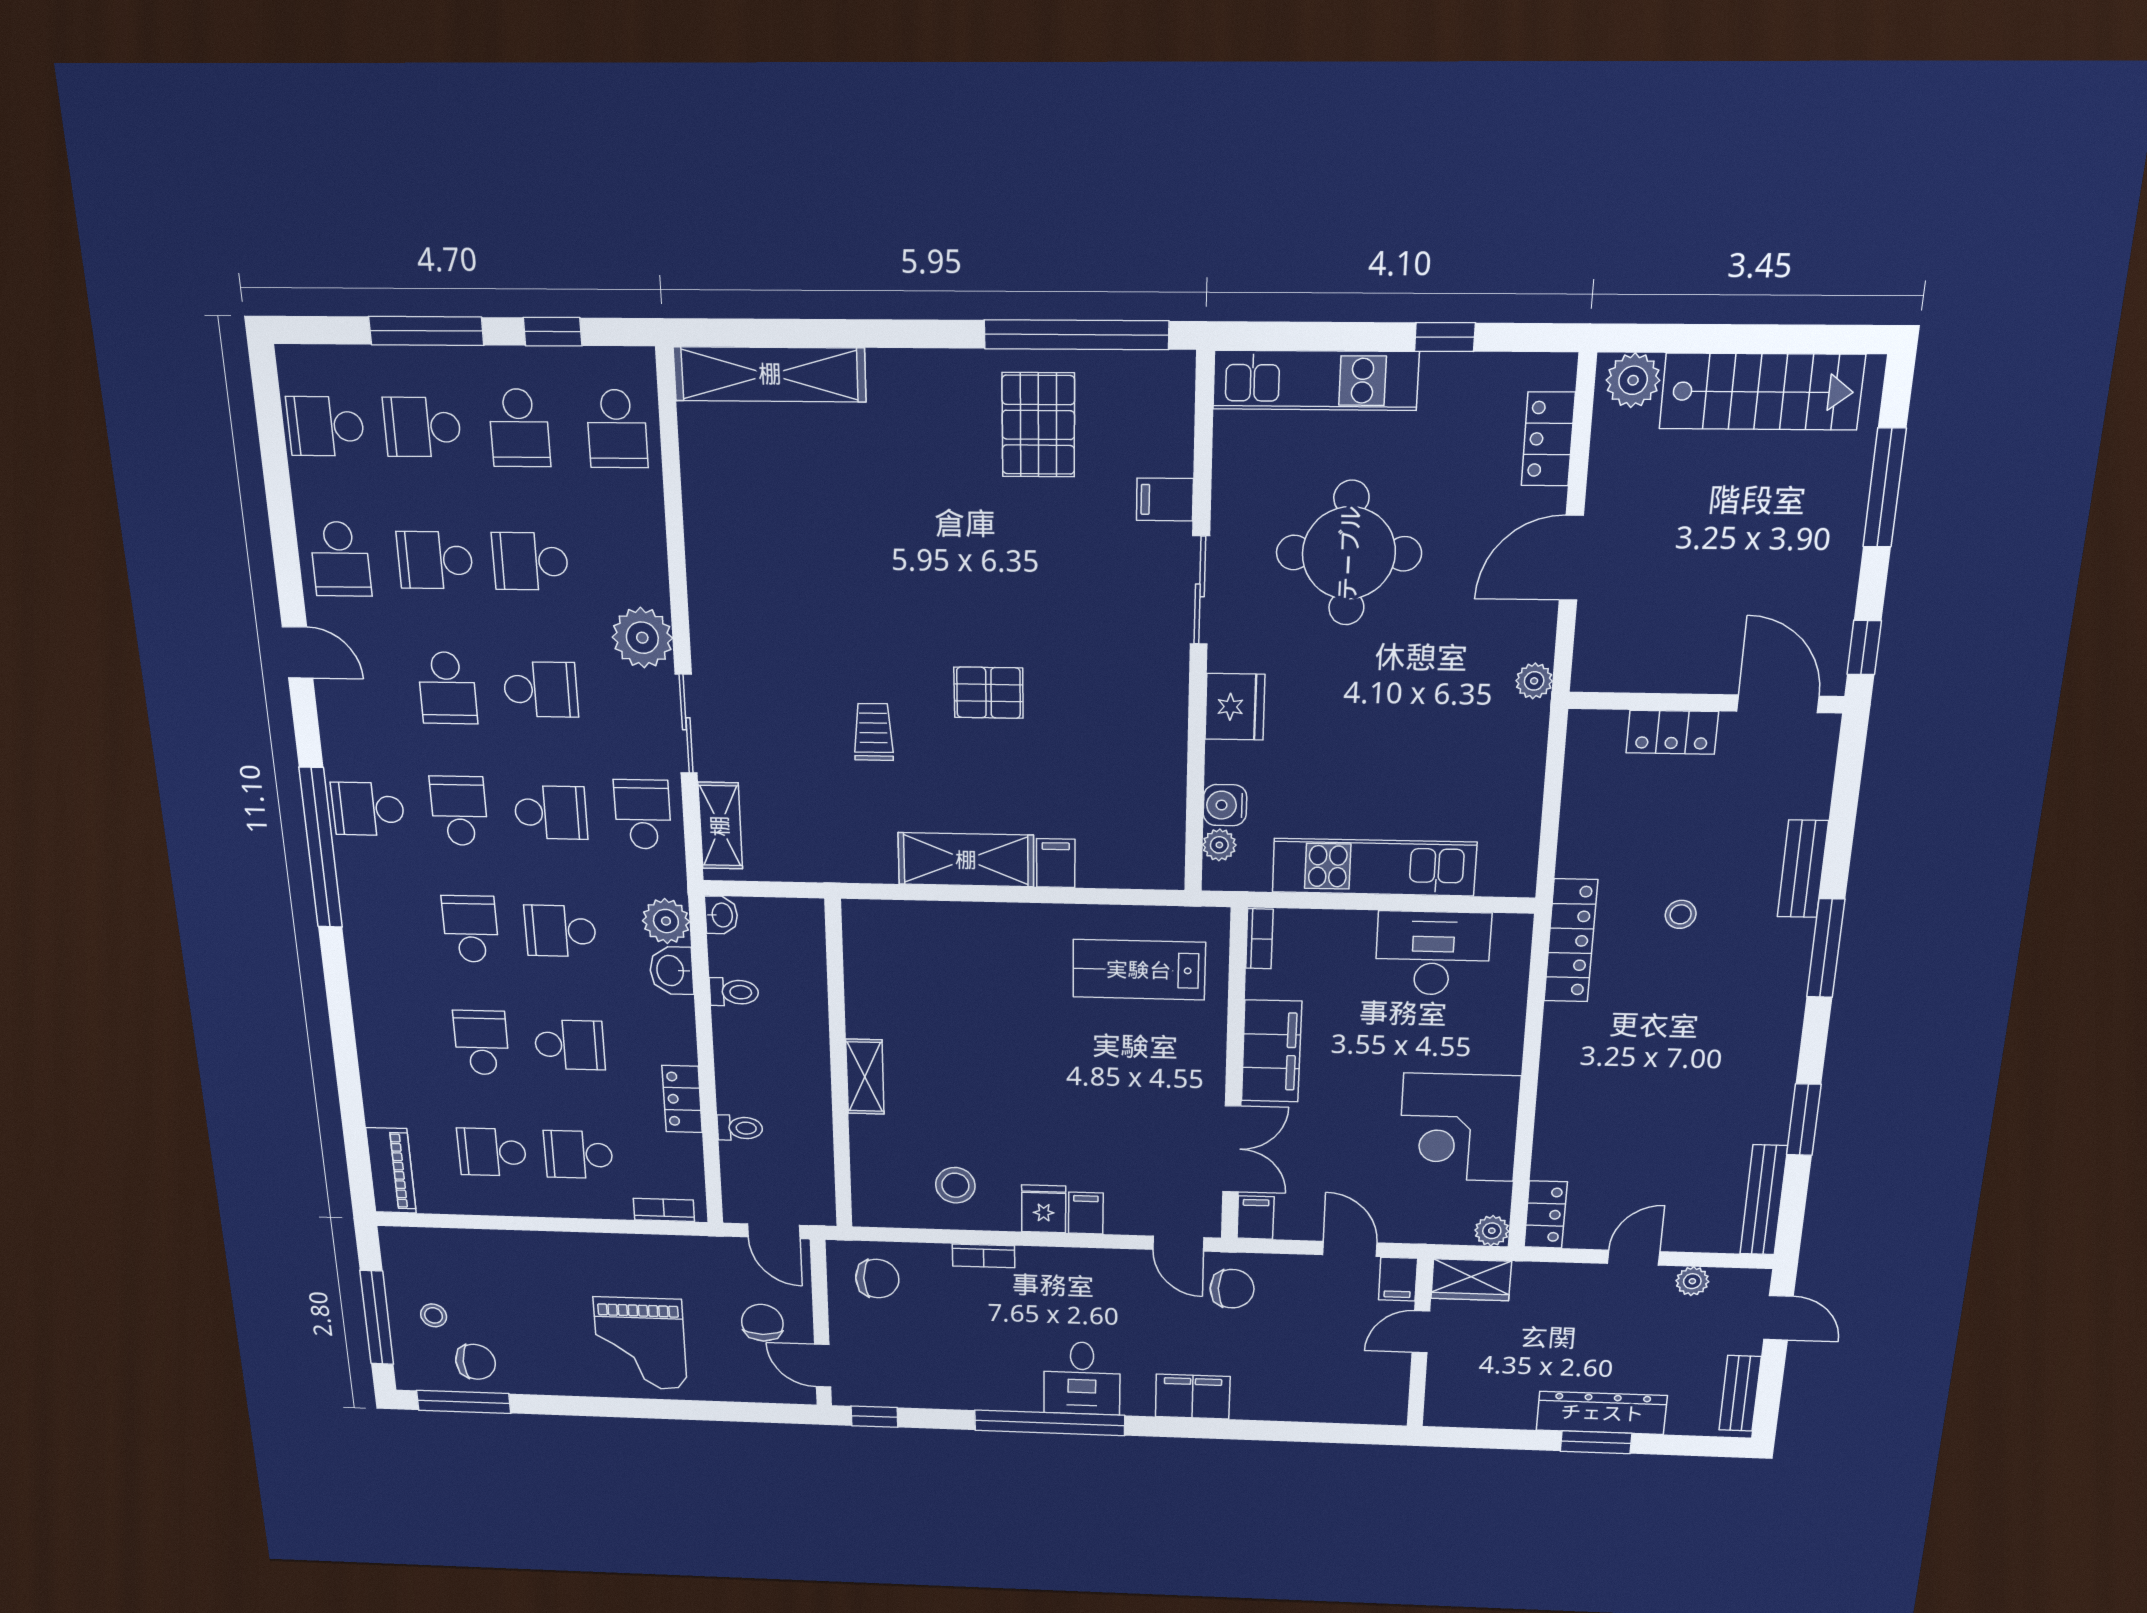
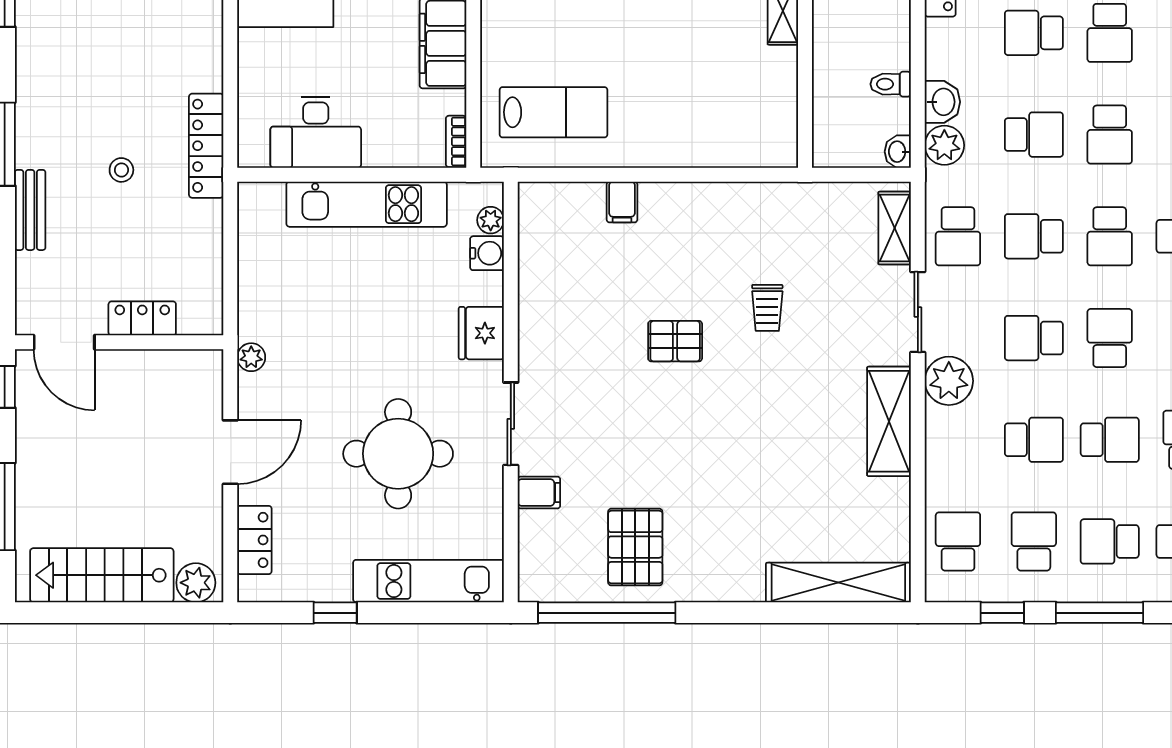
school desk: (422, 427) -> (1110, 541), turned 180
shelving: (966, 860) -> (889, 421), moved, turned 90

